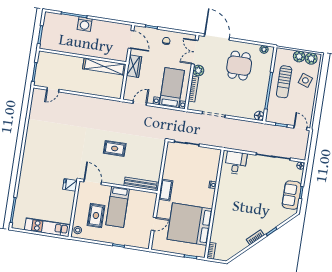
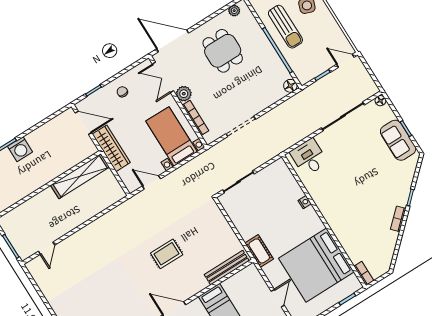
wardrobe: (134, 66) -> (111, 148), width x1.50
door: (140, 103) -> (151, 182), hinge flipped

